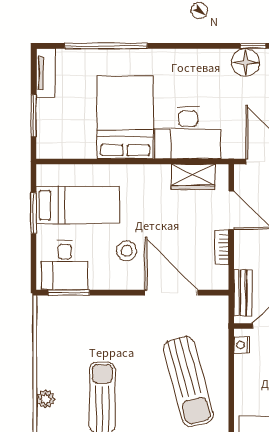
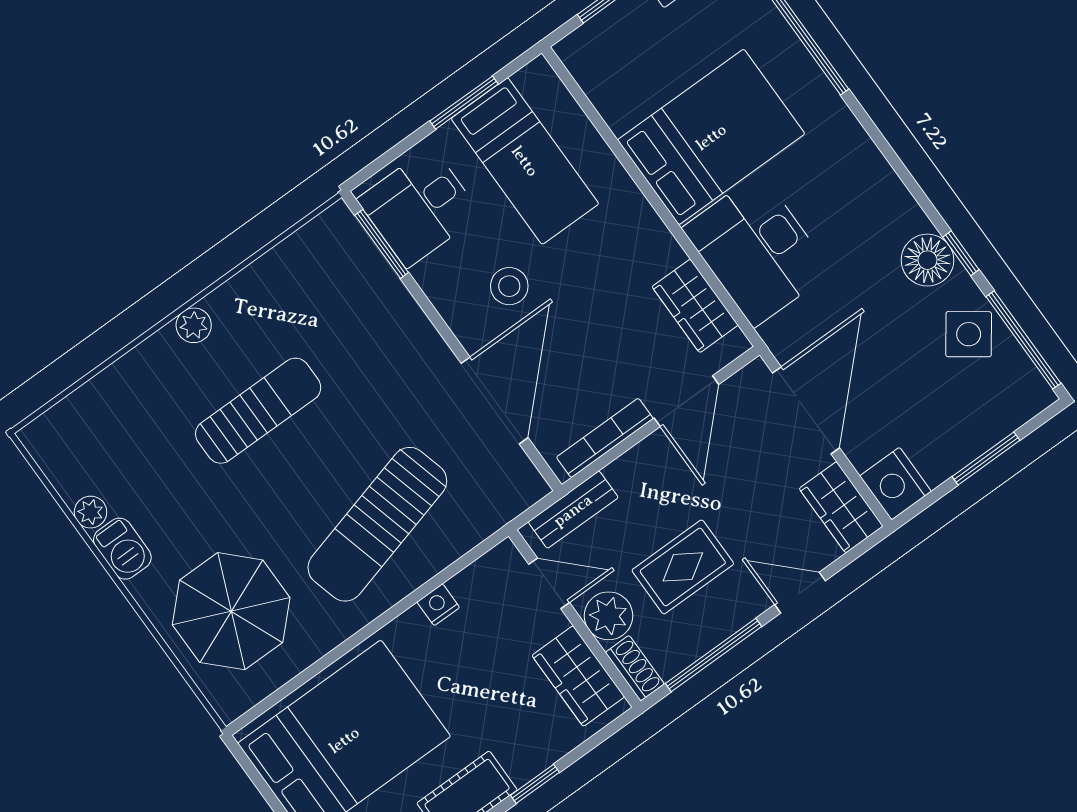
bookcase: (222, 247) -> (605, 438), width x1.56
nightstand: (242, 345) -> (438, 605), moved

